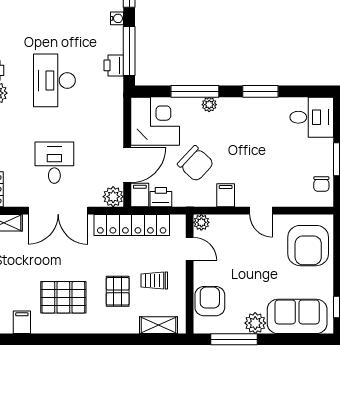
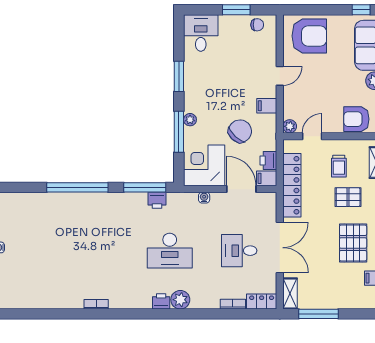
water cooler: (117, 18) -> (204, 198), moved
plant: (113, 197) -> (268, 201), removed

